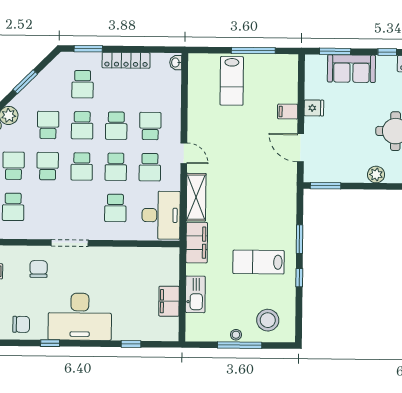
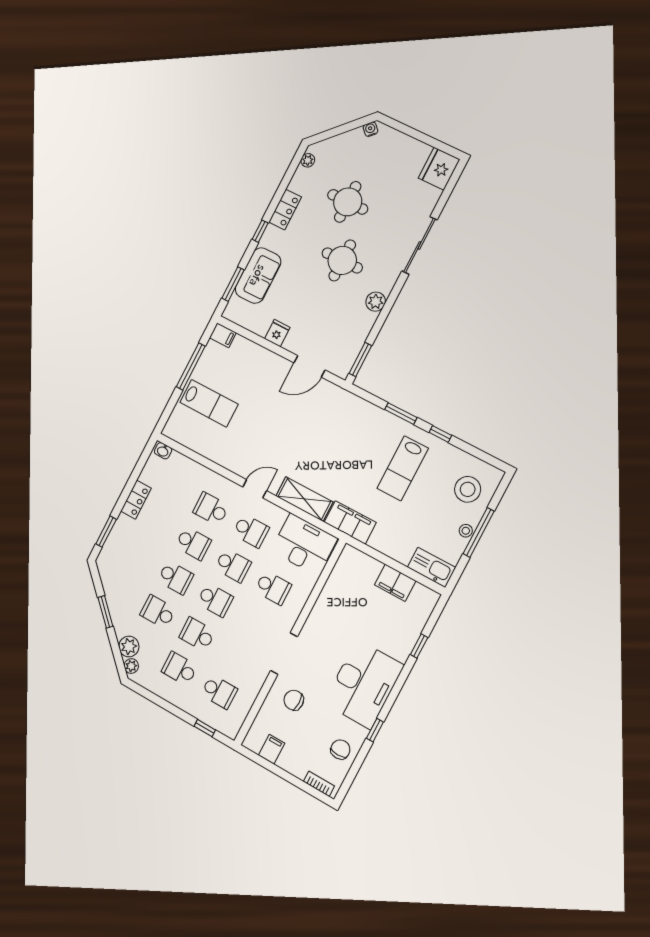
locker: (126, 60) -> (136, 500), width x0.66
school desk: (83, 84) -> (137, 556), removed
filing cabinet: (288, 112) -> (223, 335), moved, turned -90
kitchen sink: (195, 294) -> (432, 567), moved

